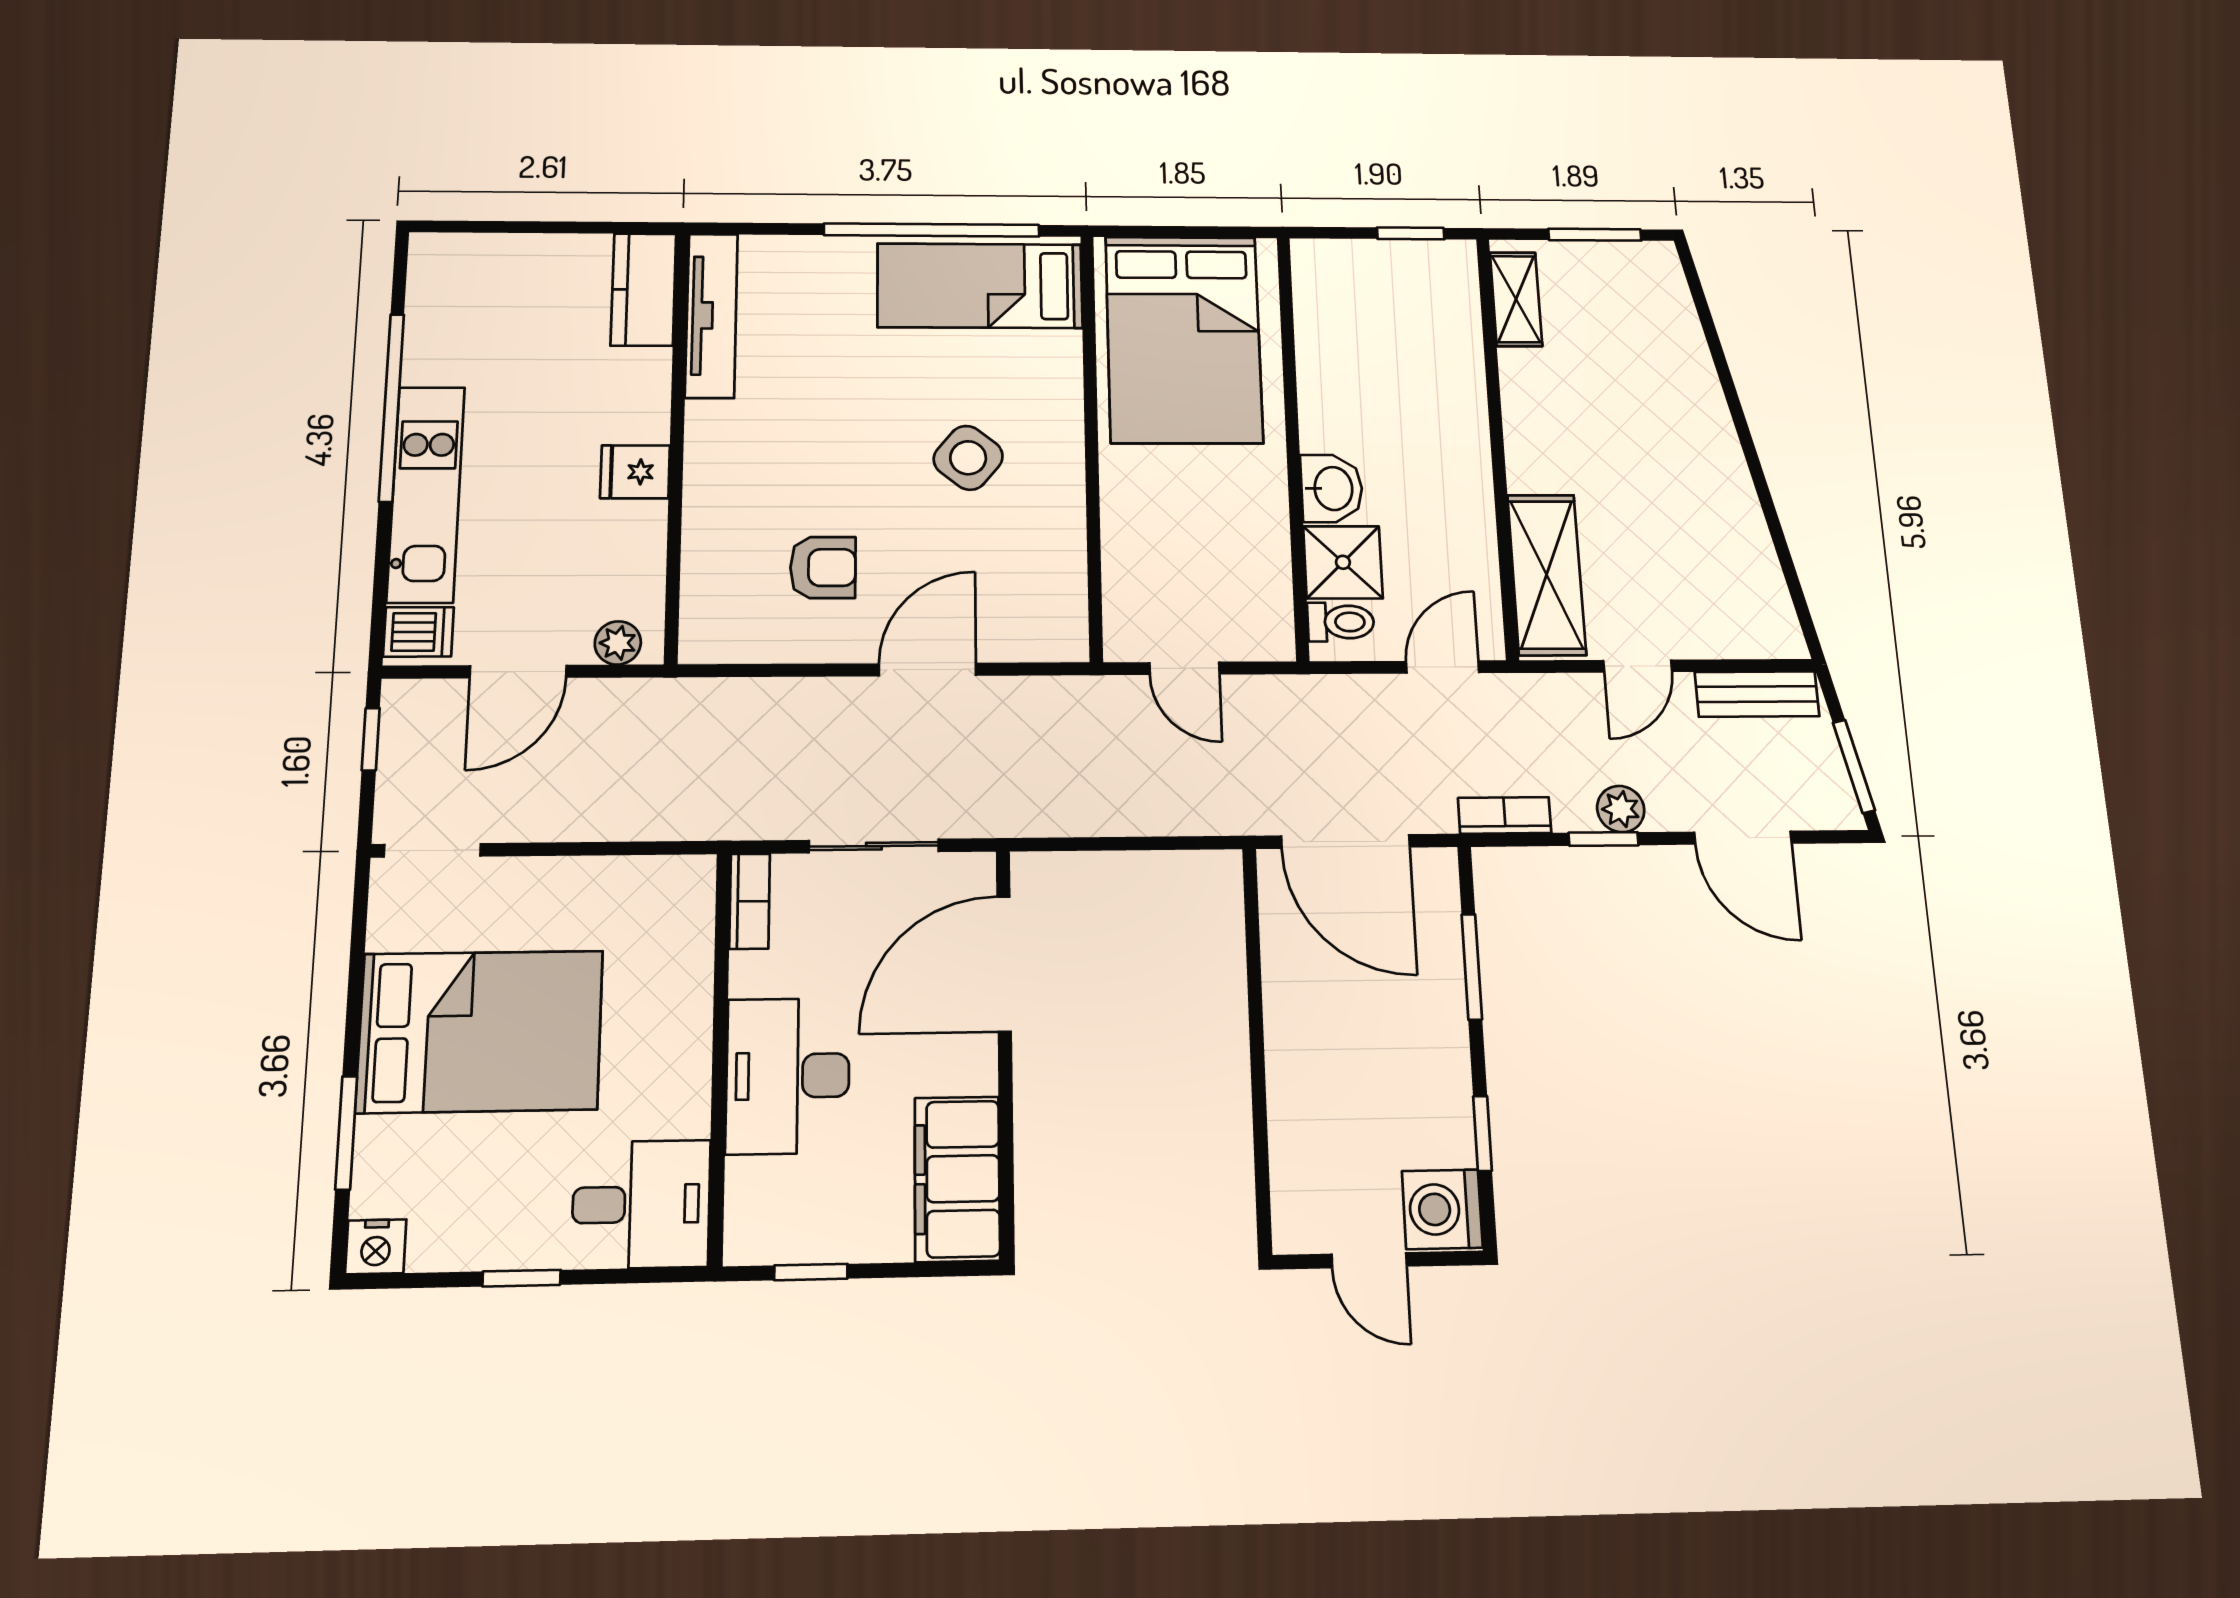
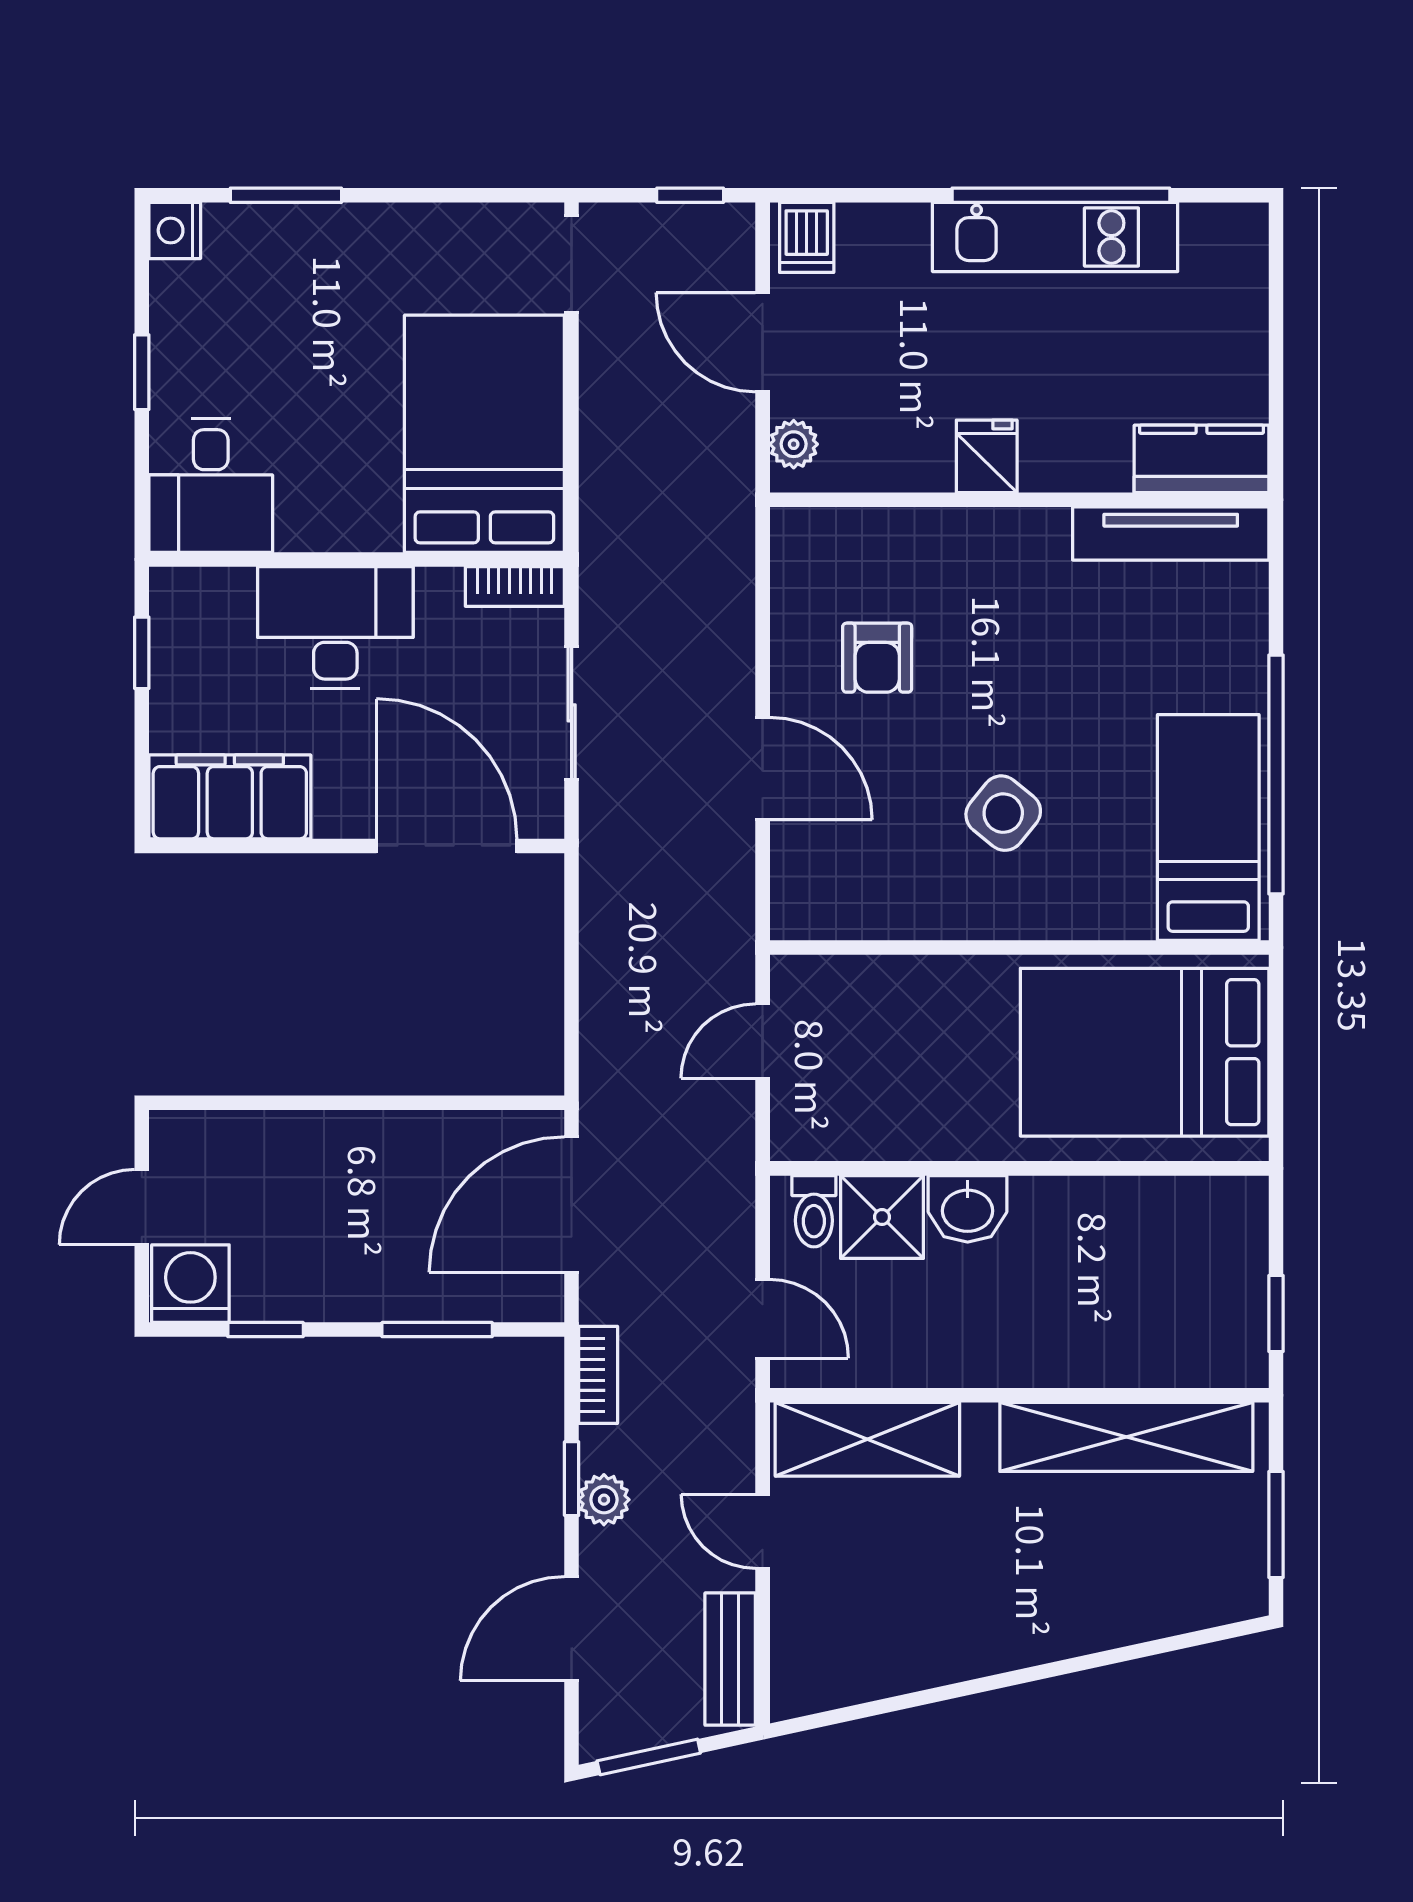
shelving: (1516, 299) -> (1126, 1437), width x2.20, depth x1.33
kitchen unit: (426, 494) -> (1055, 237), moved
bed: (480, 1031) -> (484, 434), moved, turned 180

